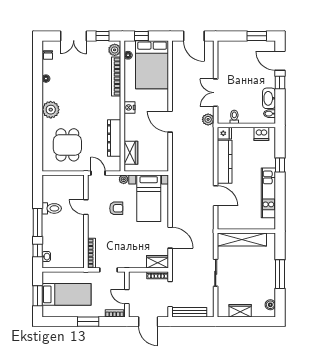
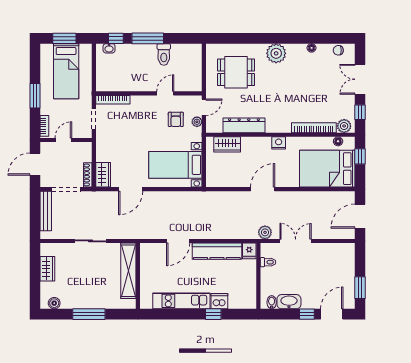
dishwasher: (261, 134) -> (219, 301), moved, turned 90
plant: (124, 179) -> (197, 122), moved
armchair: (116, 208) -> (176, 119), moved

